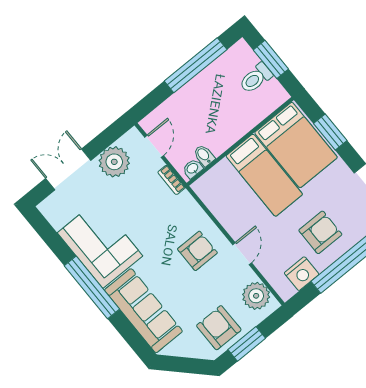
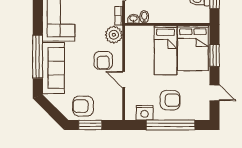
armchair: (197, 251) -> (103, 60), turned 90
door: (242, 254) -> (124, 79), swing flipped
window: (92, 287) -> (38, 57), moved
plant: (256, 296) -> (114, 35), moved
armchair: (219, 328) -> (83, 106), turned -90

